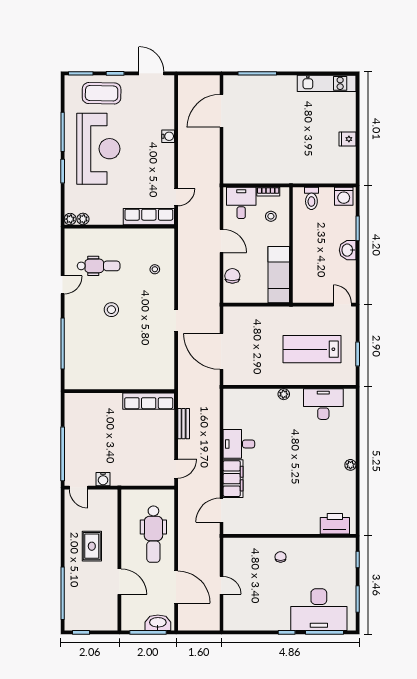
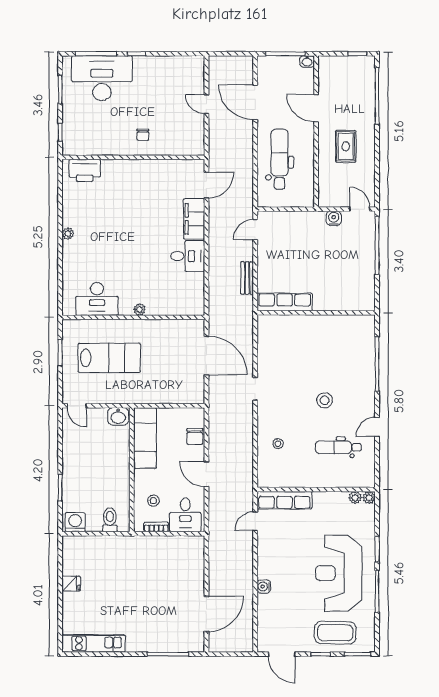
washbasin: (348, 250) -> (118, 416), moved, turned 90
washbasin: (158, 623) -> (307, 61), moved, width x0.52, depth x0.69

